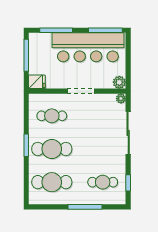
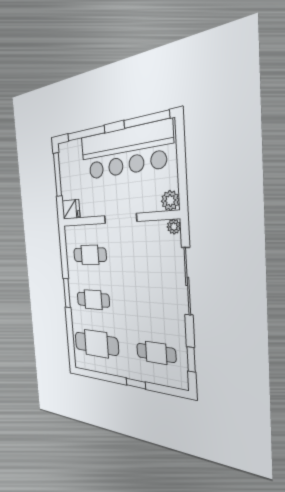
cafe table: (52, 149) -> (93, 300), width x0.73, depth x0.74
window: (85, 207) -> (136, 384), width x0.46

